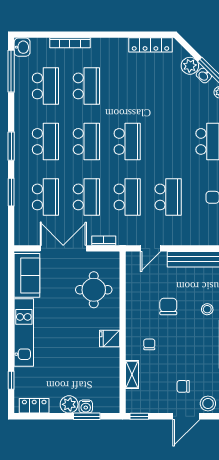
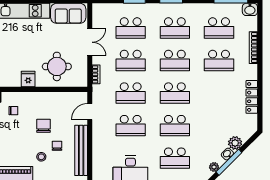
locker: (150, 45) -> (252, 97), moved
school desk: (168, 141) -> (175, 126), added
double door: (63, 248) -> (90, 42), width x0.73
door: (150, 248) -> (90, 112), hinge flipped
chair: (193, 290) -> (57, 146), added
chair: (168, 306) -> (44, 126), turned -90
fridge: (110, 339) -> (28, 79), moved

